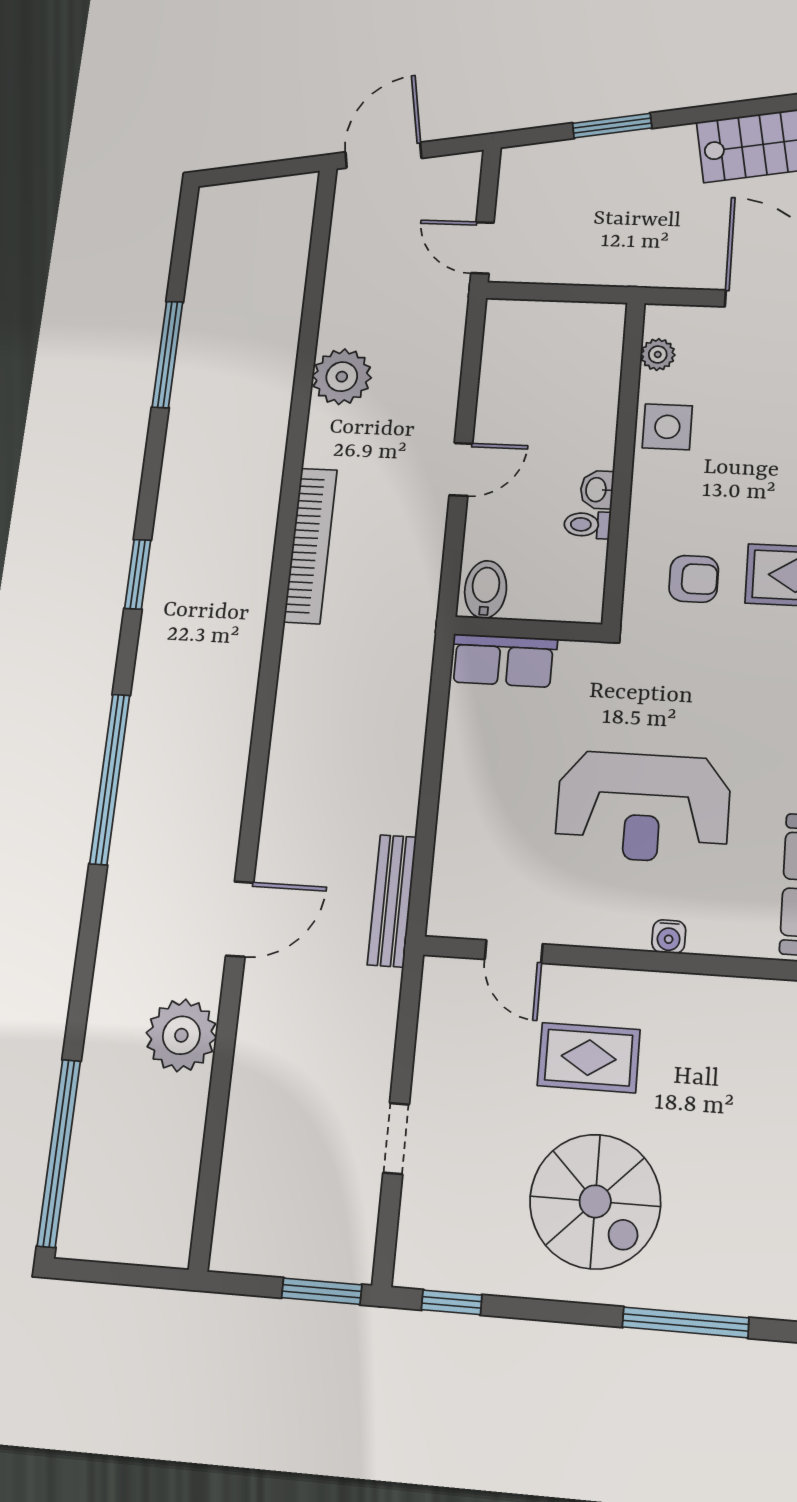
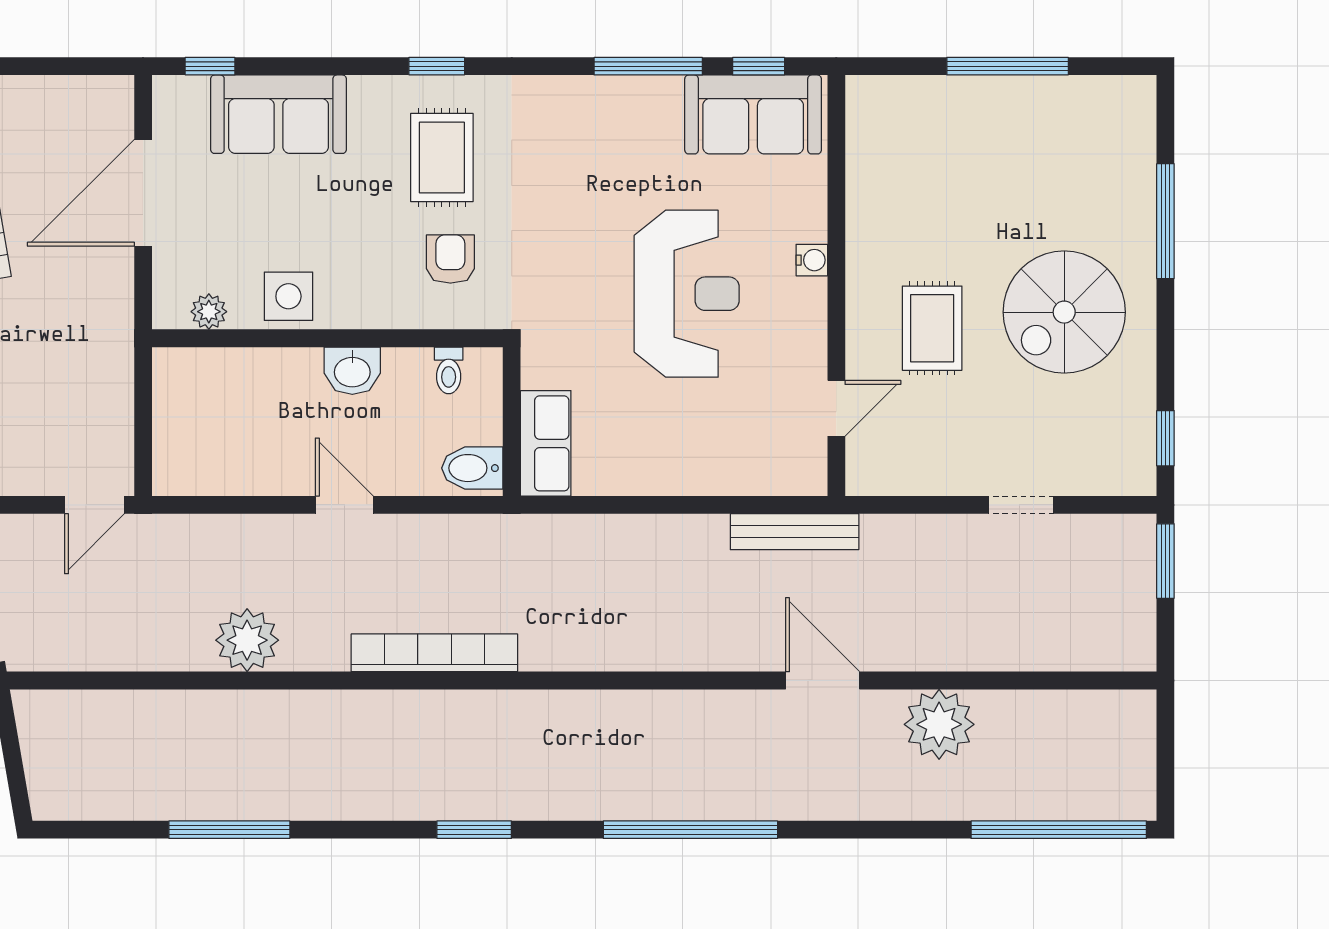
washbasin: (597, 490) -> (352, 371), width x1.38, depth x1.45
toilet: (587, 525) -> (449, 370), moved
spiral stairs: (595, 1201) -> (1064, 312), turned 180

